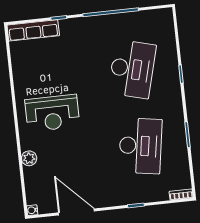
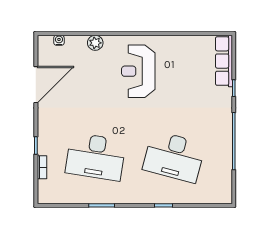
bookcase: (181, 194) -> (42, 167), moved
water cooler: (32, 210) -> (59, 40), moved

